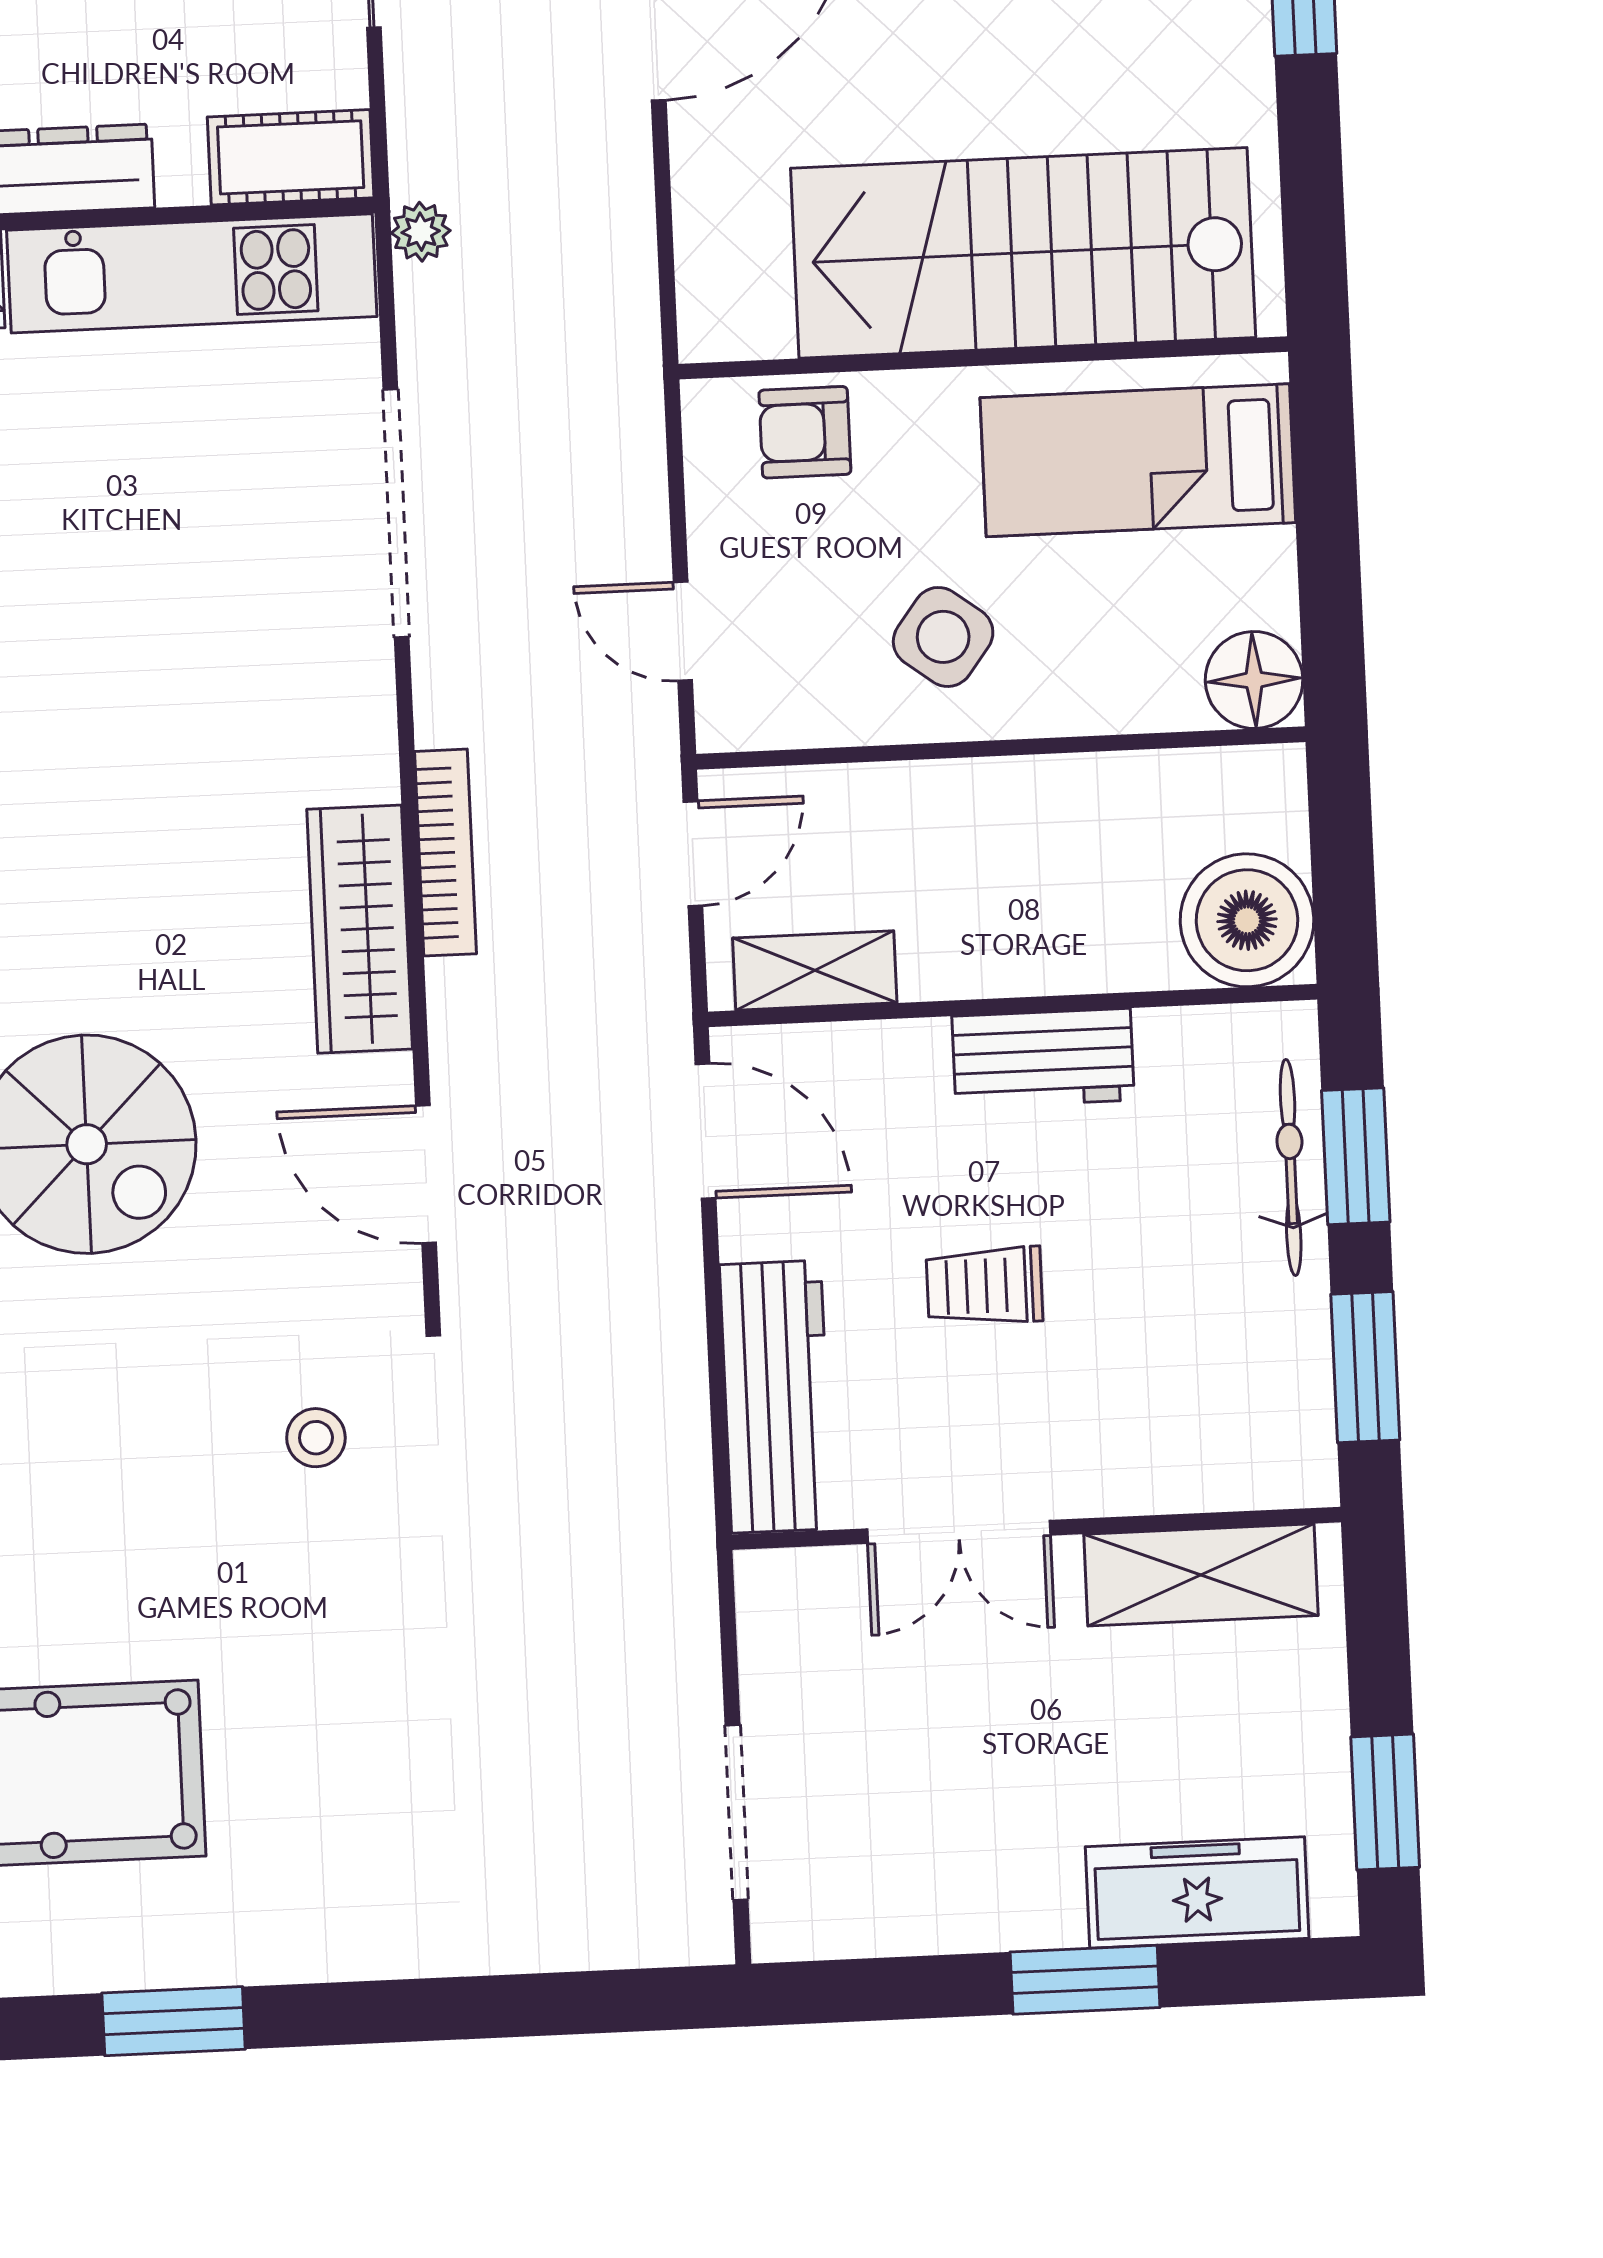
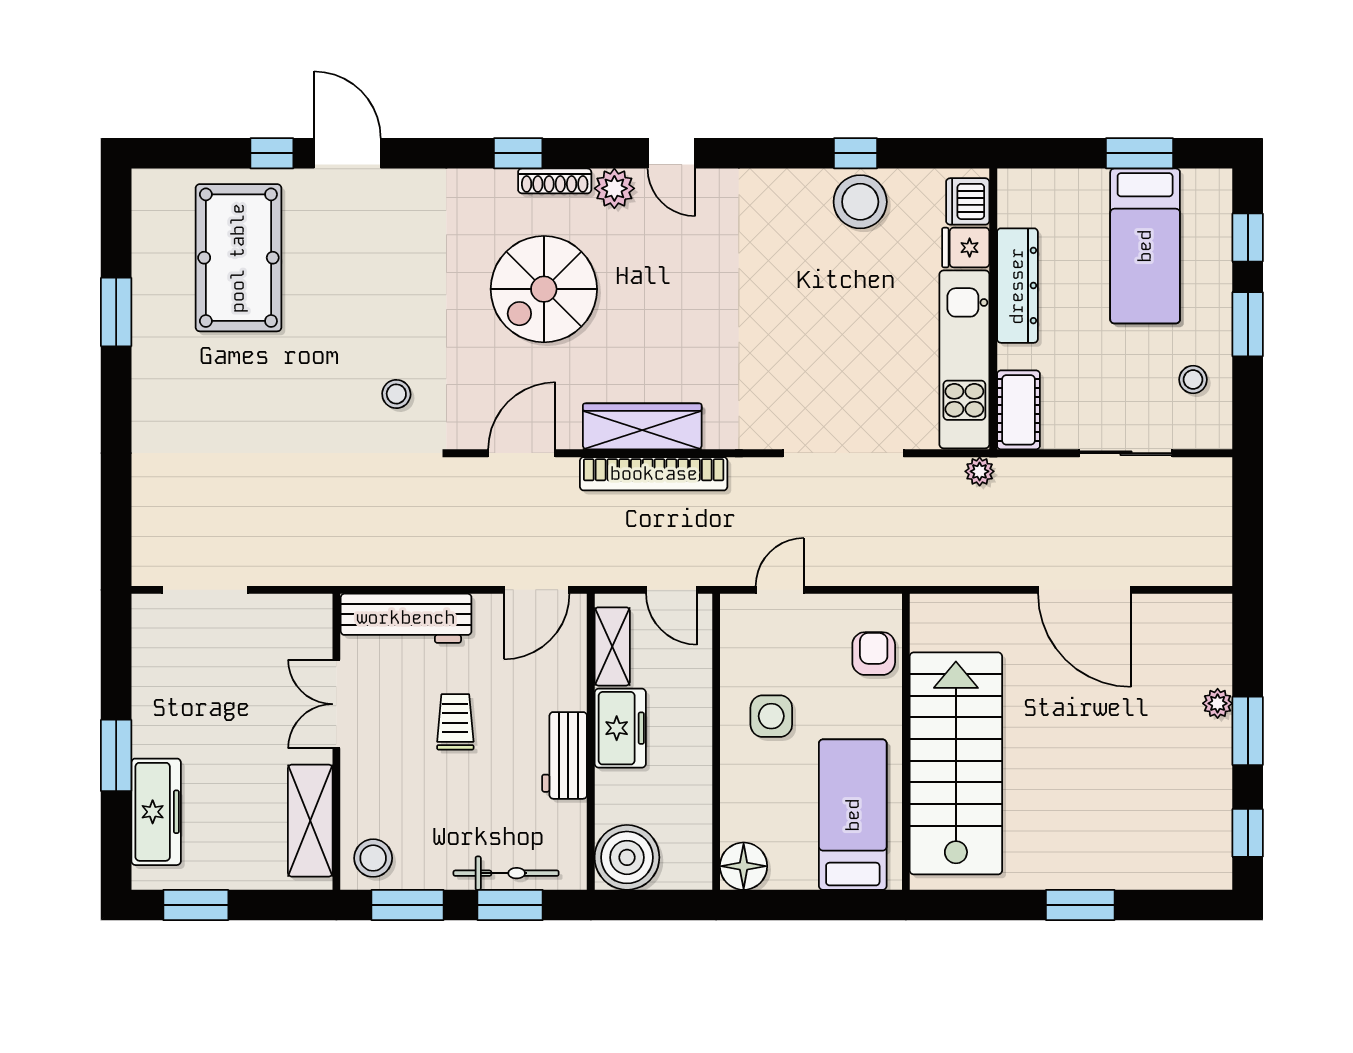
side table: (943, 637) -> (771, 716), turned -37
bookcase: (445, 853) -> (654, 474), width x1.48, depth x1.31
freezer: (982, 946) -> (620, 728), added
stool: (1272, 1442) -> (373, 858), added

